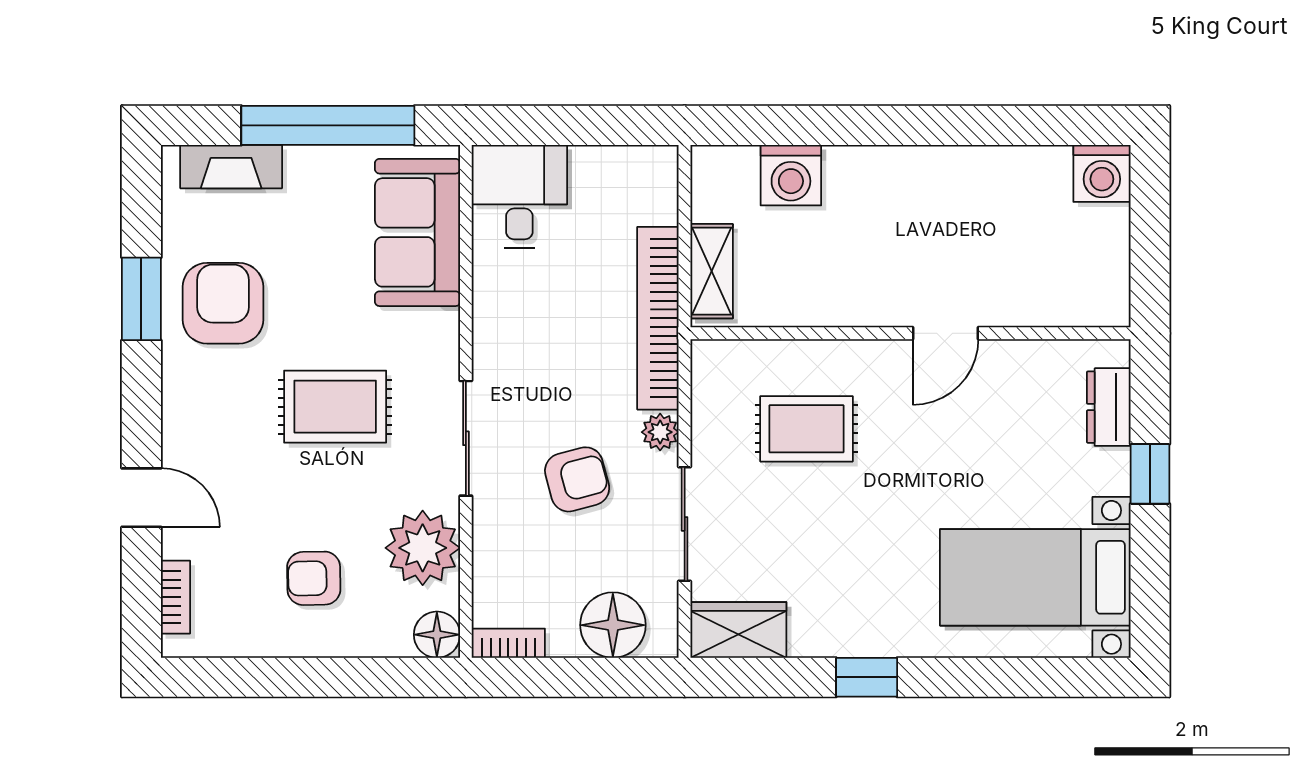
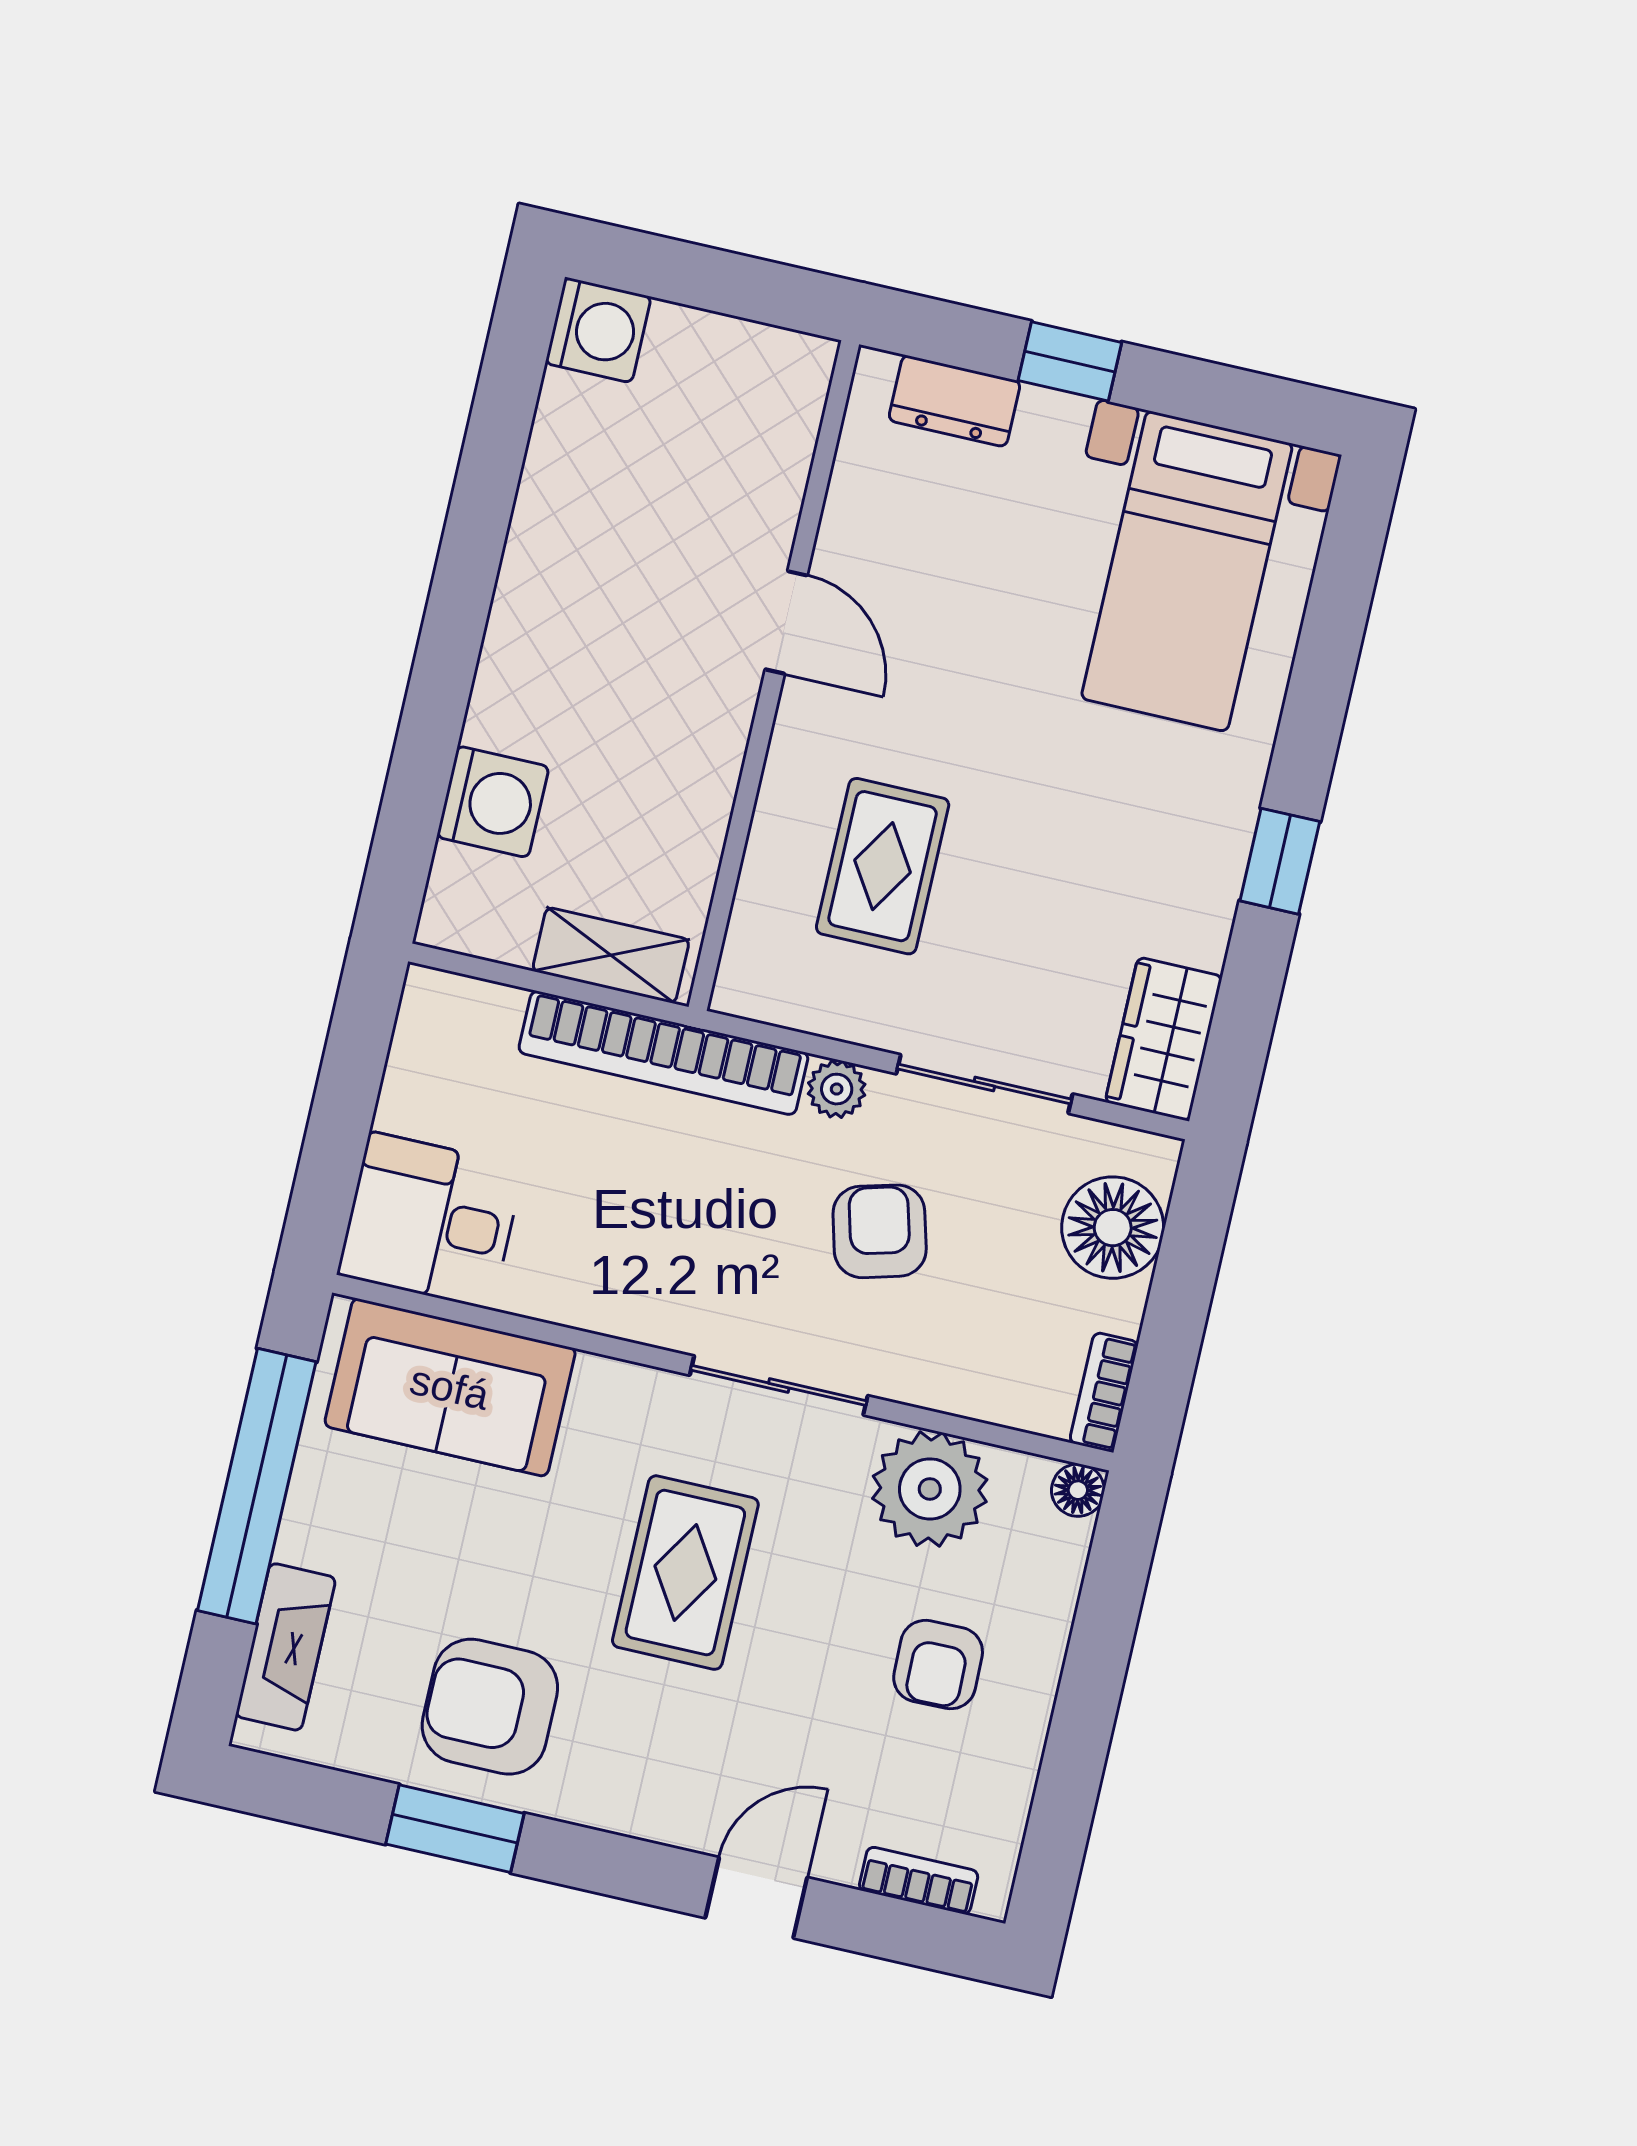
floor lamp: (437, 635) -> (1078, 1490), width x0.73, depth x0.73

